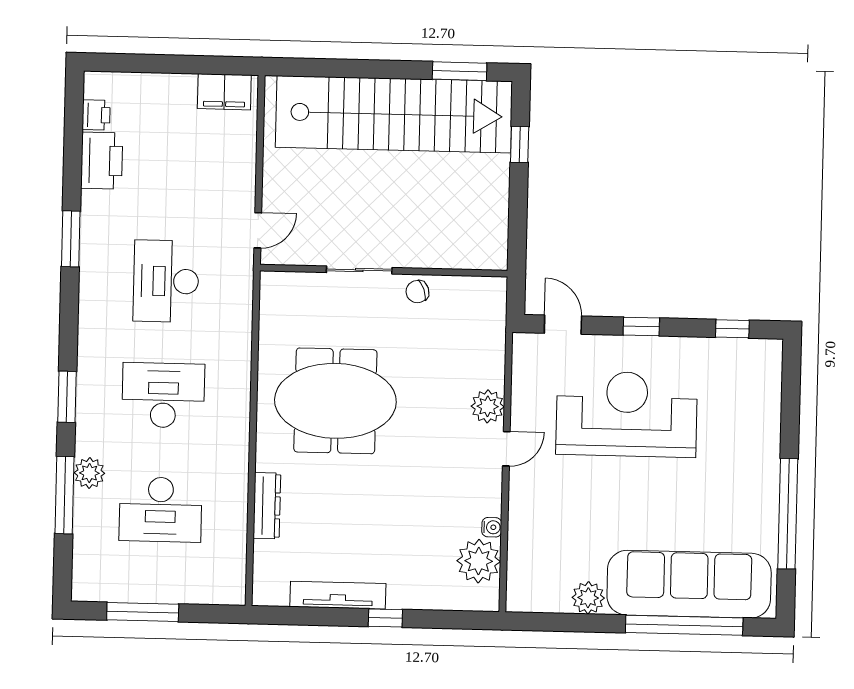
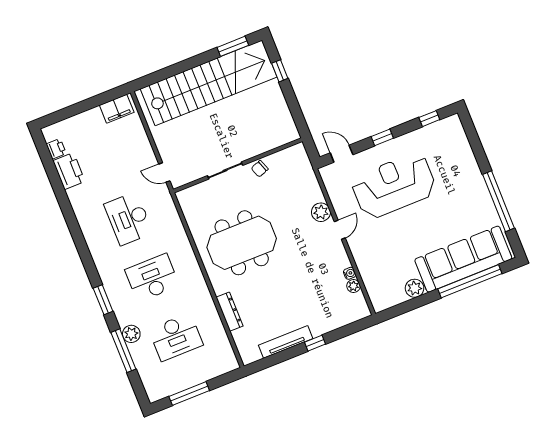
door: (258, 230) -> (164, 172), swing flipped
window: (71, 239) -> (70, 218), removed
plant: (479, 561) -> (354, 286), width x0.53, depth x0.53

